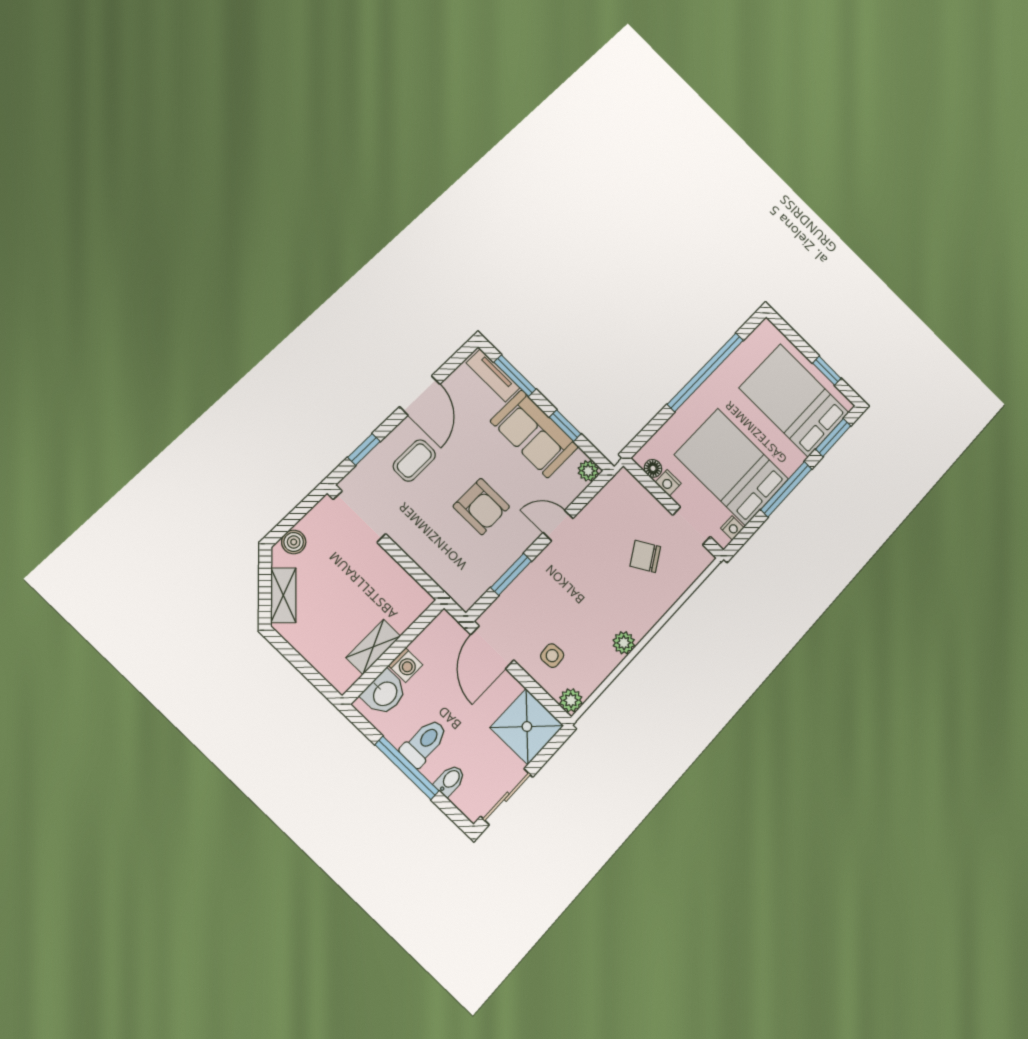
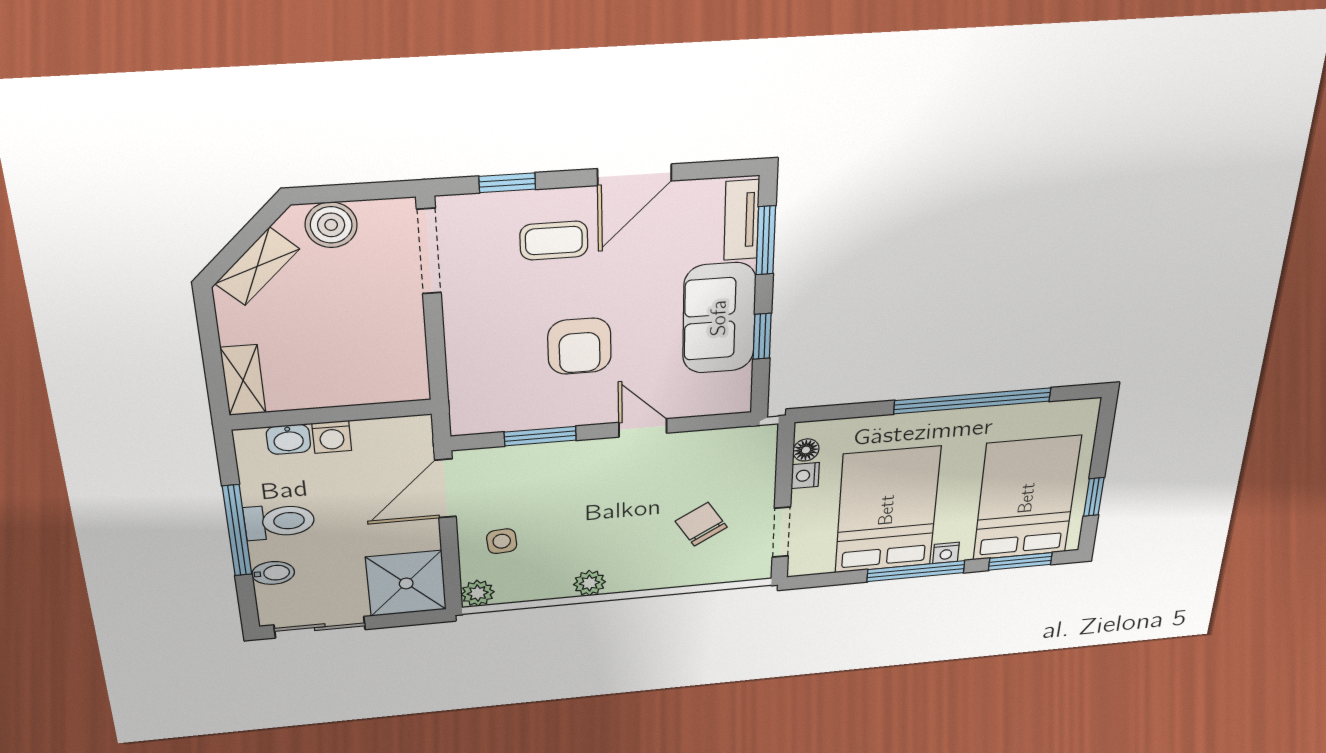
plant: (588, 471) -> (735, 400), removed
nightstand: (732, 528) -> (946, 553), moved
boiler: (294, 542) -> (331, 225), width x1.36, depth x1.36
shelving: (373, 647) -> (243, 380), moved, turned 90
washbasin: (384, 693) -> (288, 439), width x0.72, depth x0.69

